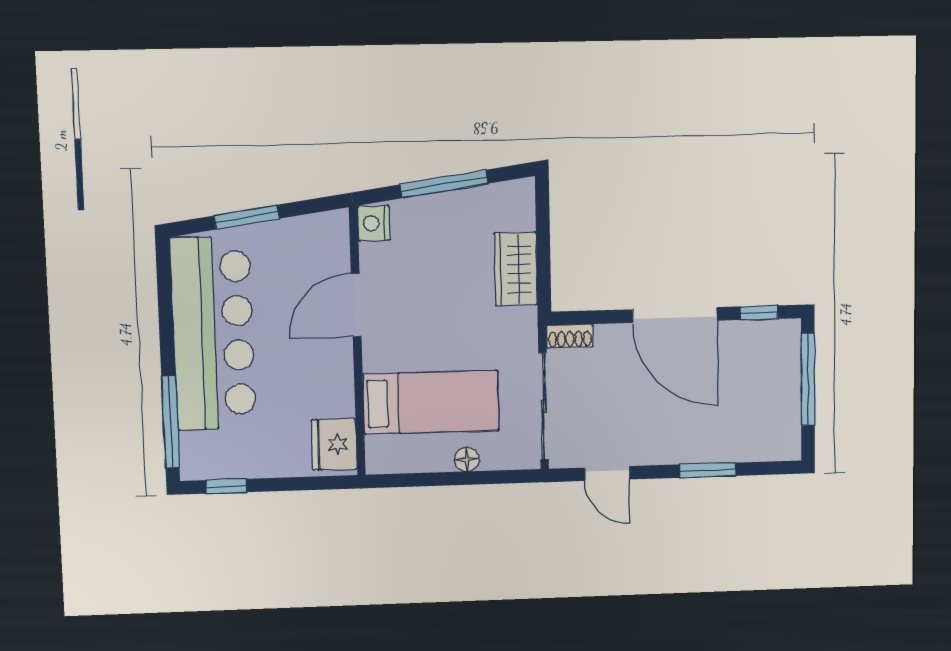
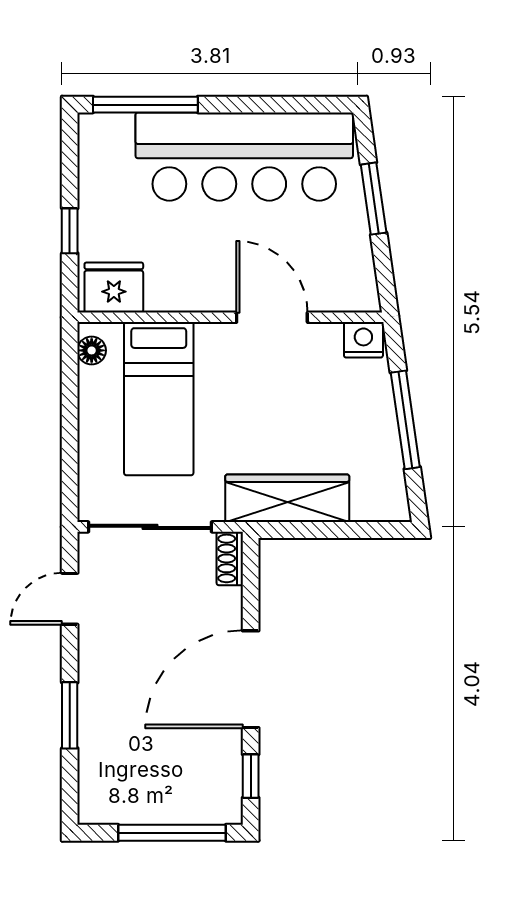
wardrobe: (516, 269) -> (287, 498), width x1.50
floor lamp: (467, 459) -> (92, 350), moved
window: (226, 486) -> (70, 231), moved

